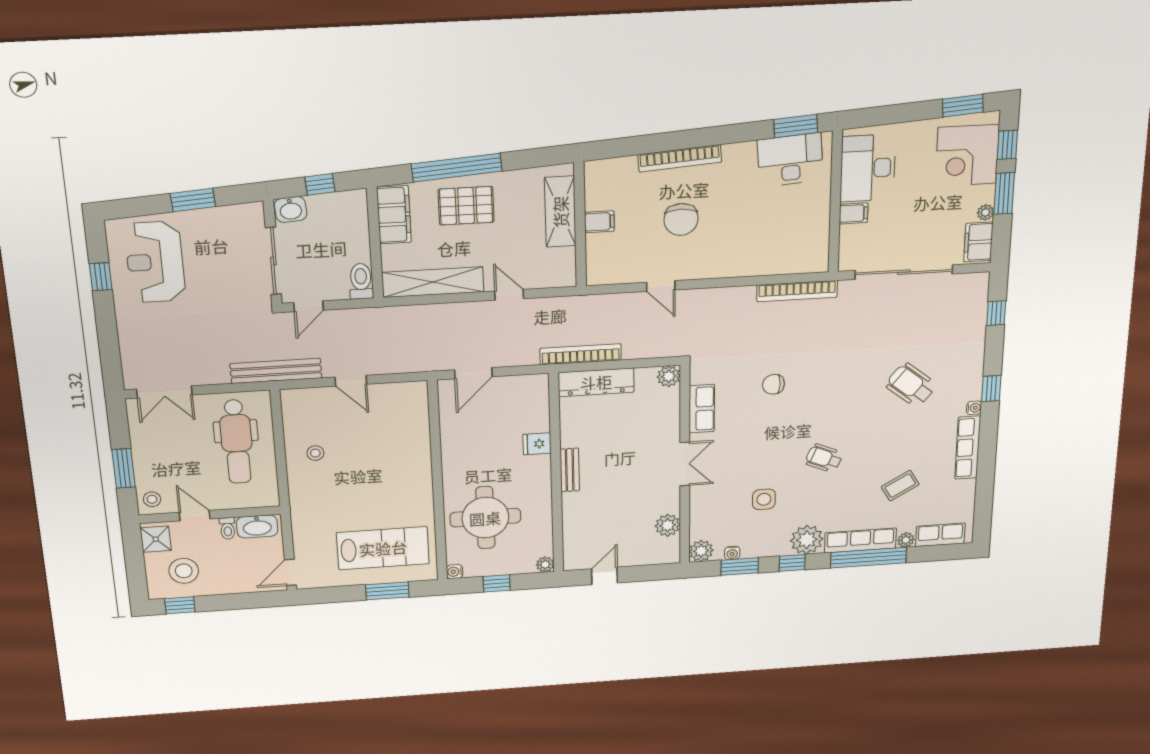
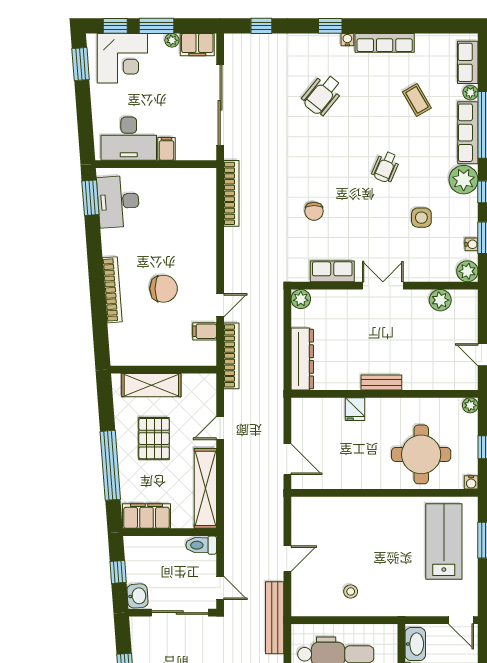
pallet: (466, 206) -> (154, 439), moved
filing cabinet: (599, 222) -> (205, 331), moved, turned -90
bookcase: (581, 354) -> (231, 356), moved, turned 180

